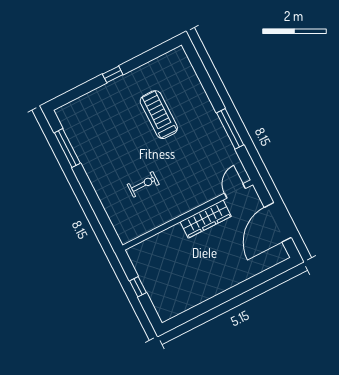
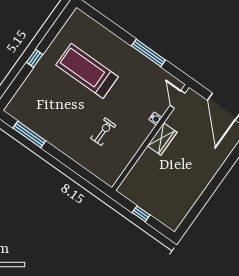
treadmill: (159, 115) -> (87, 71), width x1.37, depth x1.38
water cooler: (203, 199) -> (155, 119), added
wardrobe: (206, 219) -> (162, 139), width x0.67

